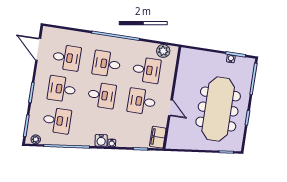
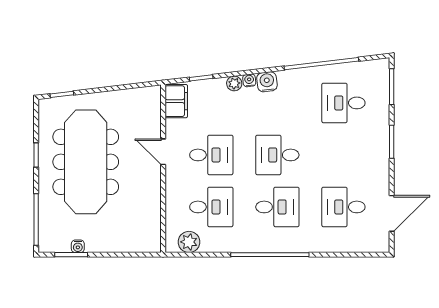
door: (38, 49) -> (392, 213), hinge flipped
desk: (146, 70) -> (211, 207), turned 180
desk: (62, 89) -> (343, 155), removed
plant: (36, 139) -> (234, 83), moved

